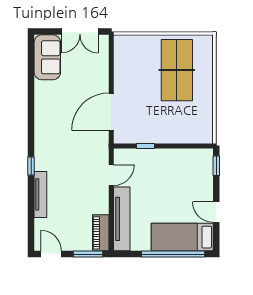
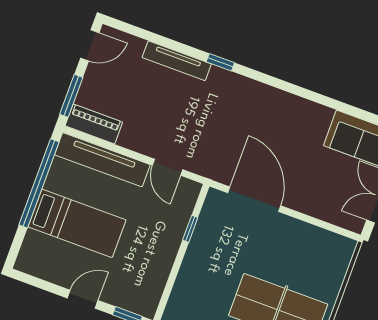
door: (216, 212) -> (83, 299), moved
bed: (182, 237) -> (77, 223), moved, turned 90
window: (173, 254) -> (39, 183), moved

